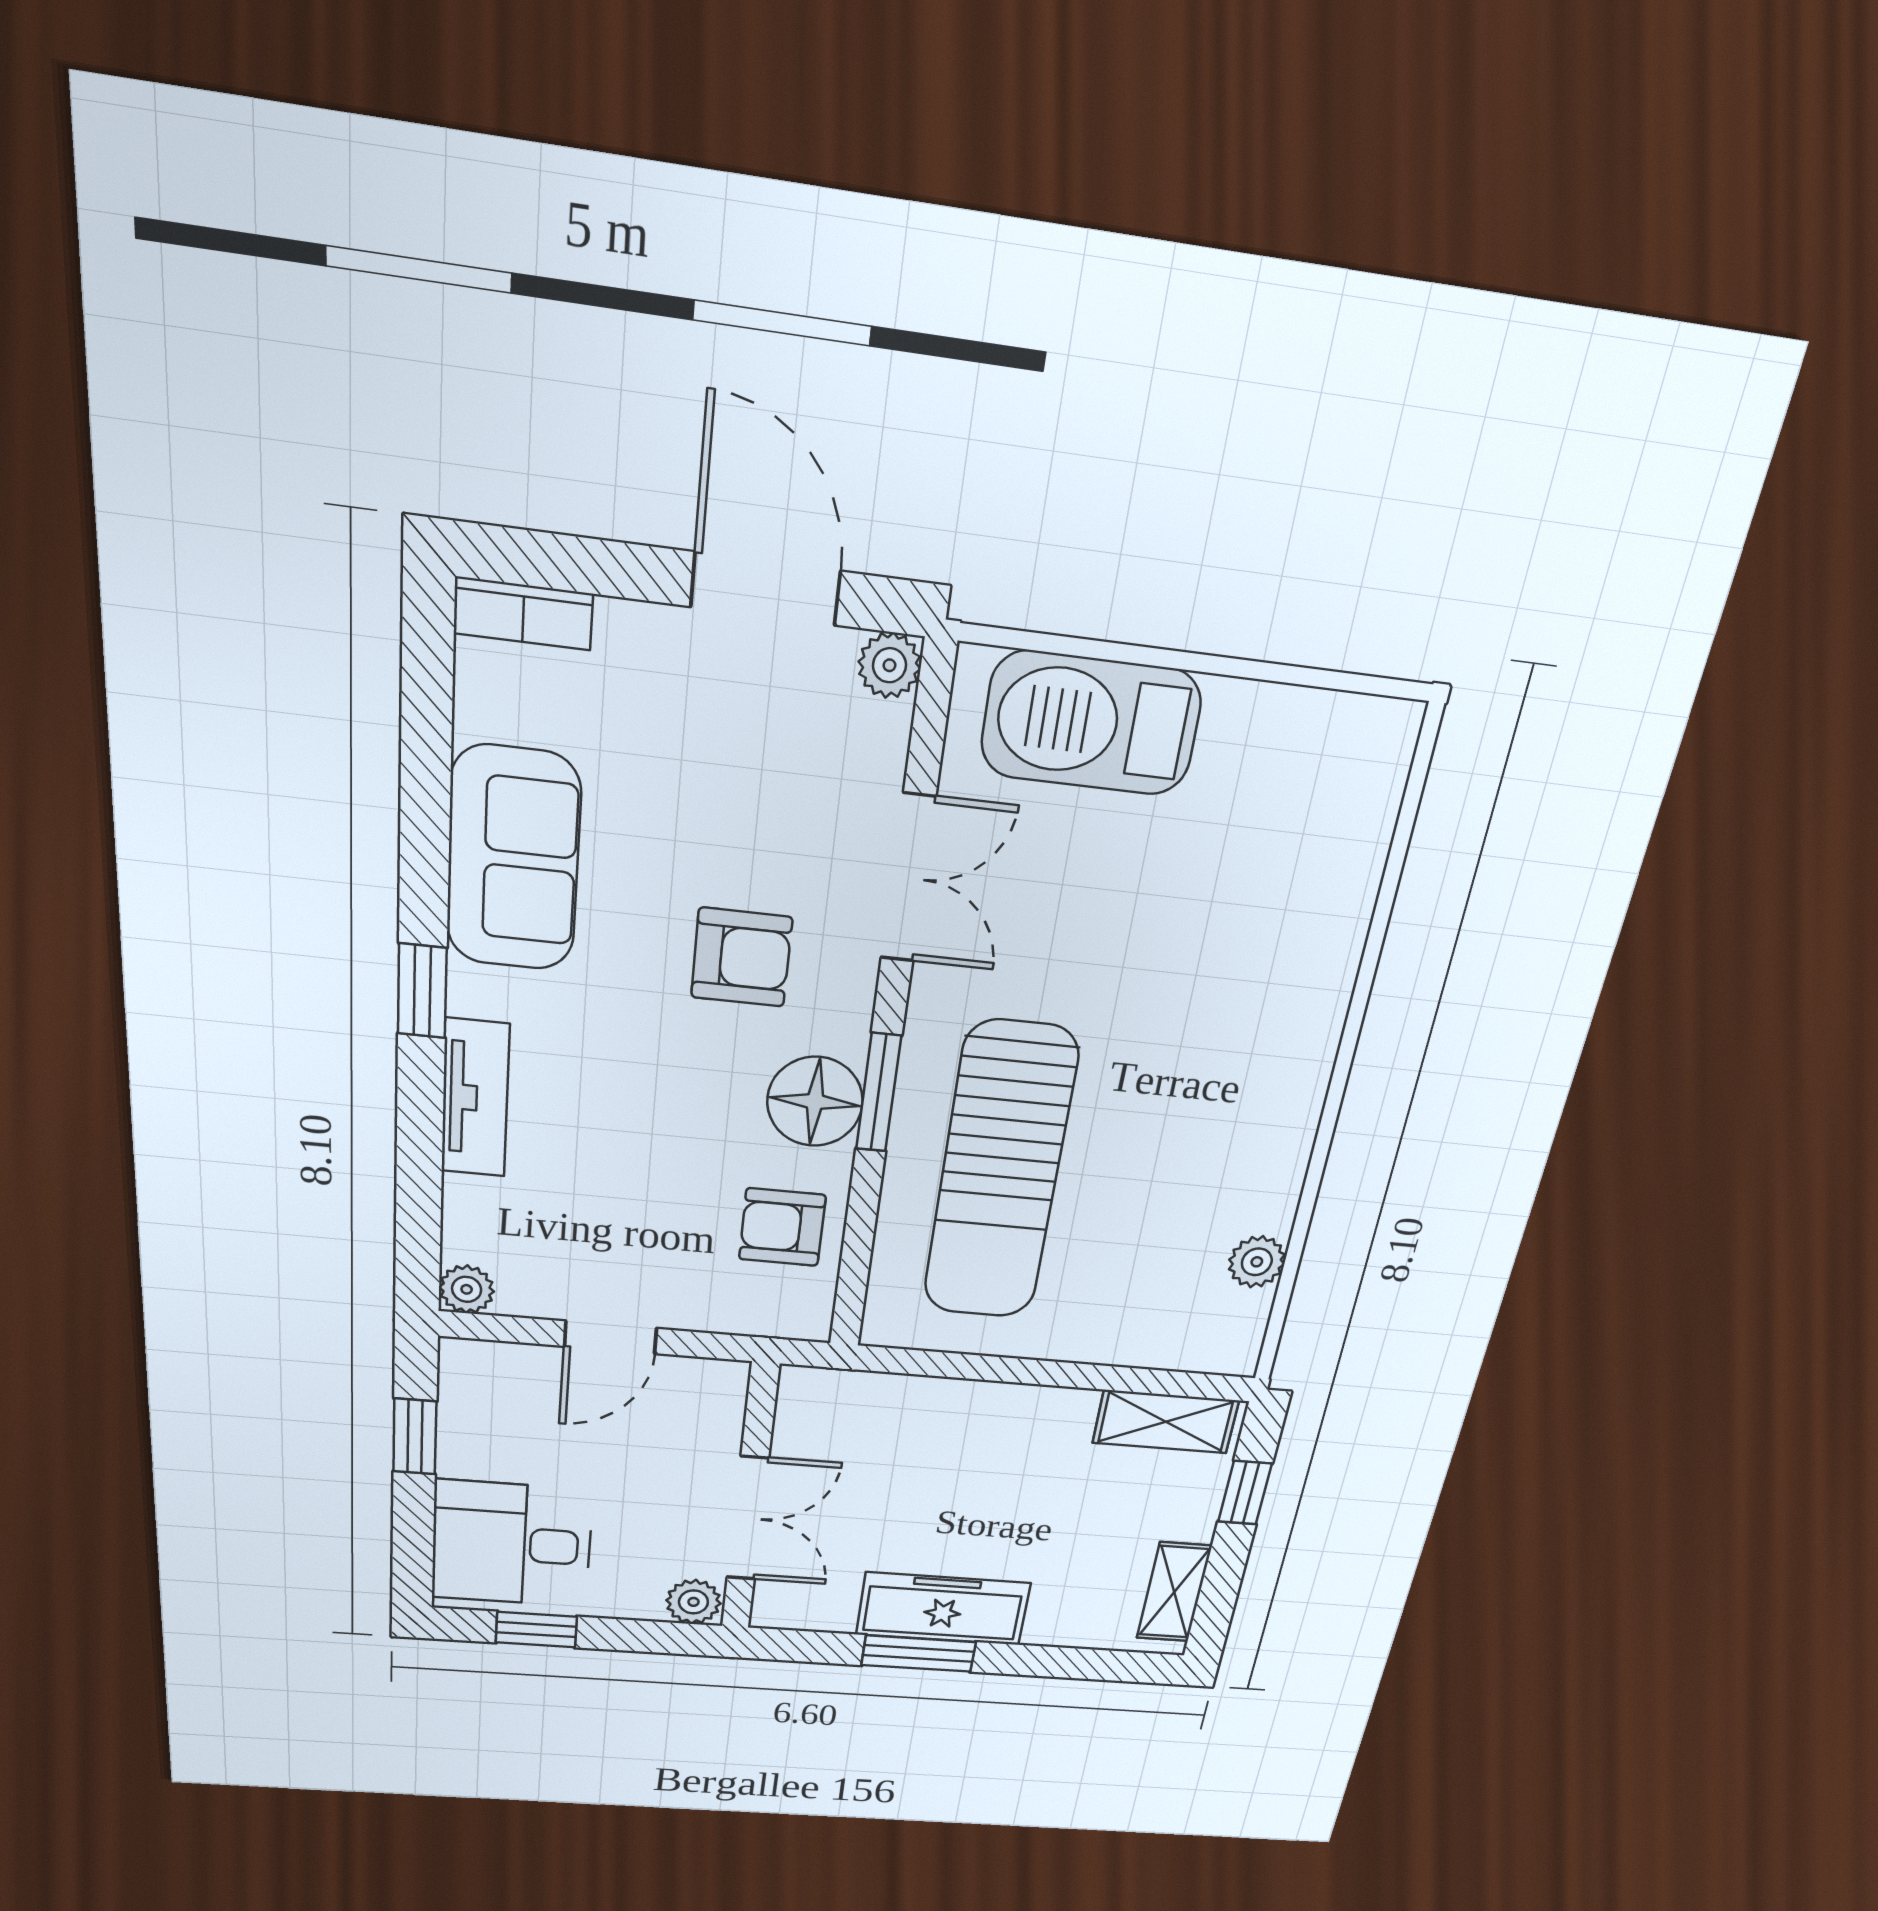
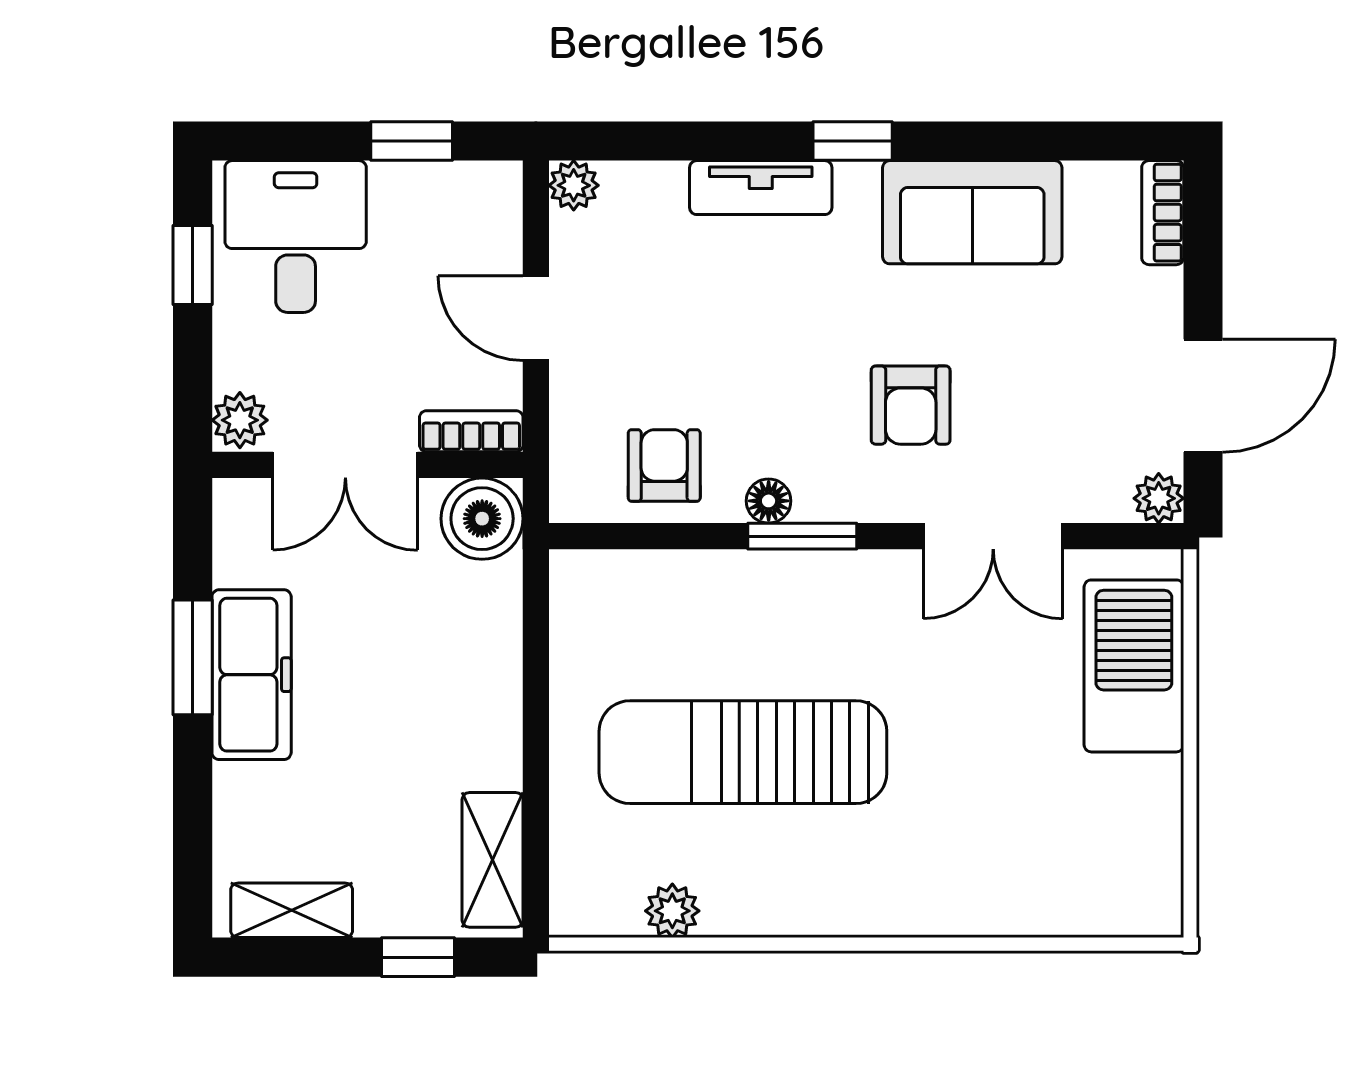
floor lamp: (815, 1102) -> (769, 501), width x0.53, depth x0.53
sun lounger: (1000, 1173) -> (743, 752), moved
boiler: (818, 1404) -> (482, 519), added
bookcase: (725, 1406) -> (471, 431), added

